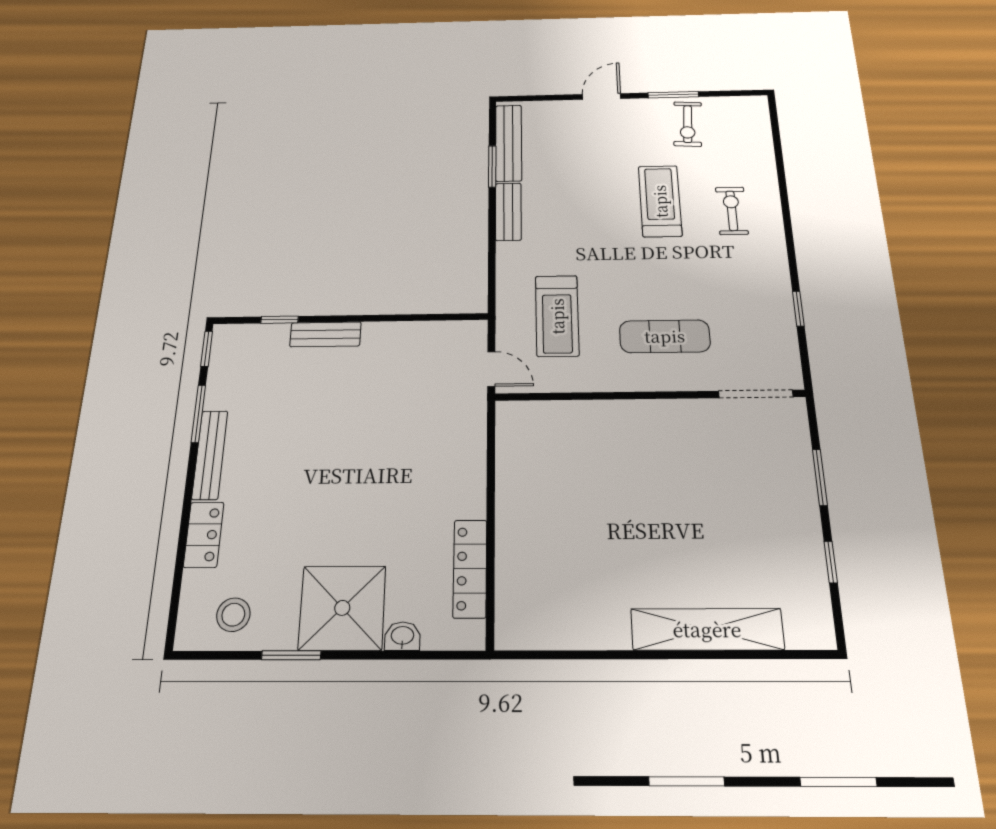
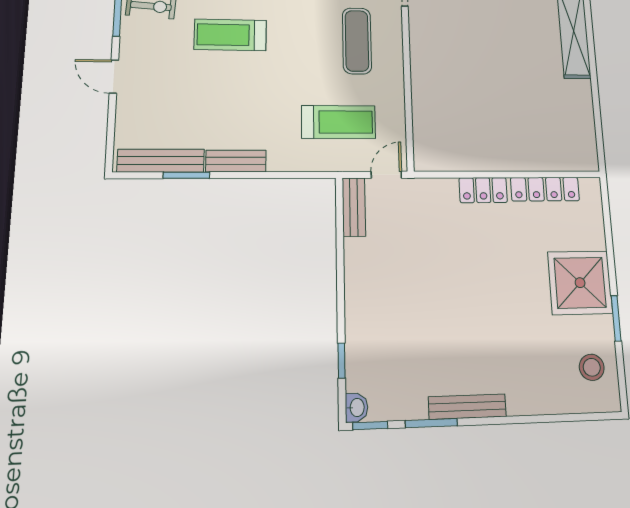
bench: (325, 334) -> (354, 207), moved
locker: (204, 535) -> (483, 190), moved, turned 180
washbasin: (402, 636) -> (357, 407), moved, turned 180

